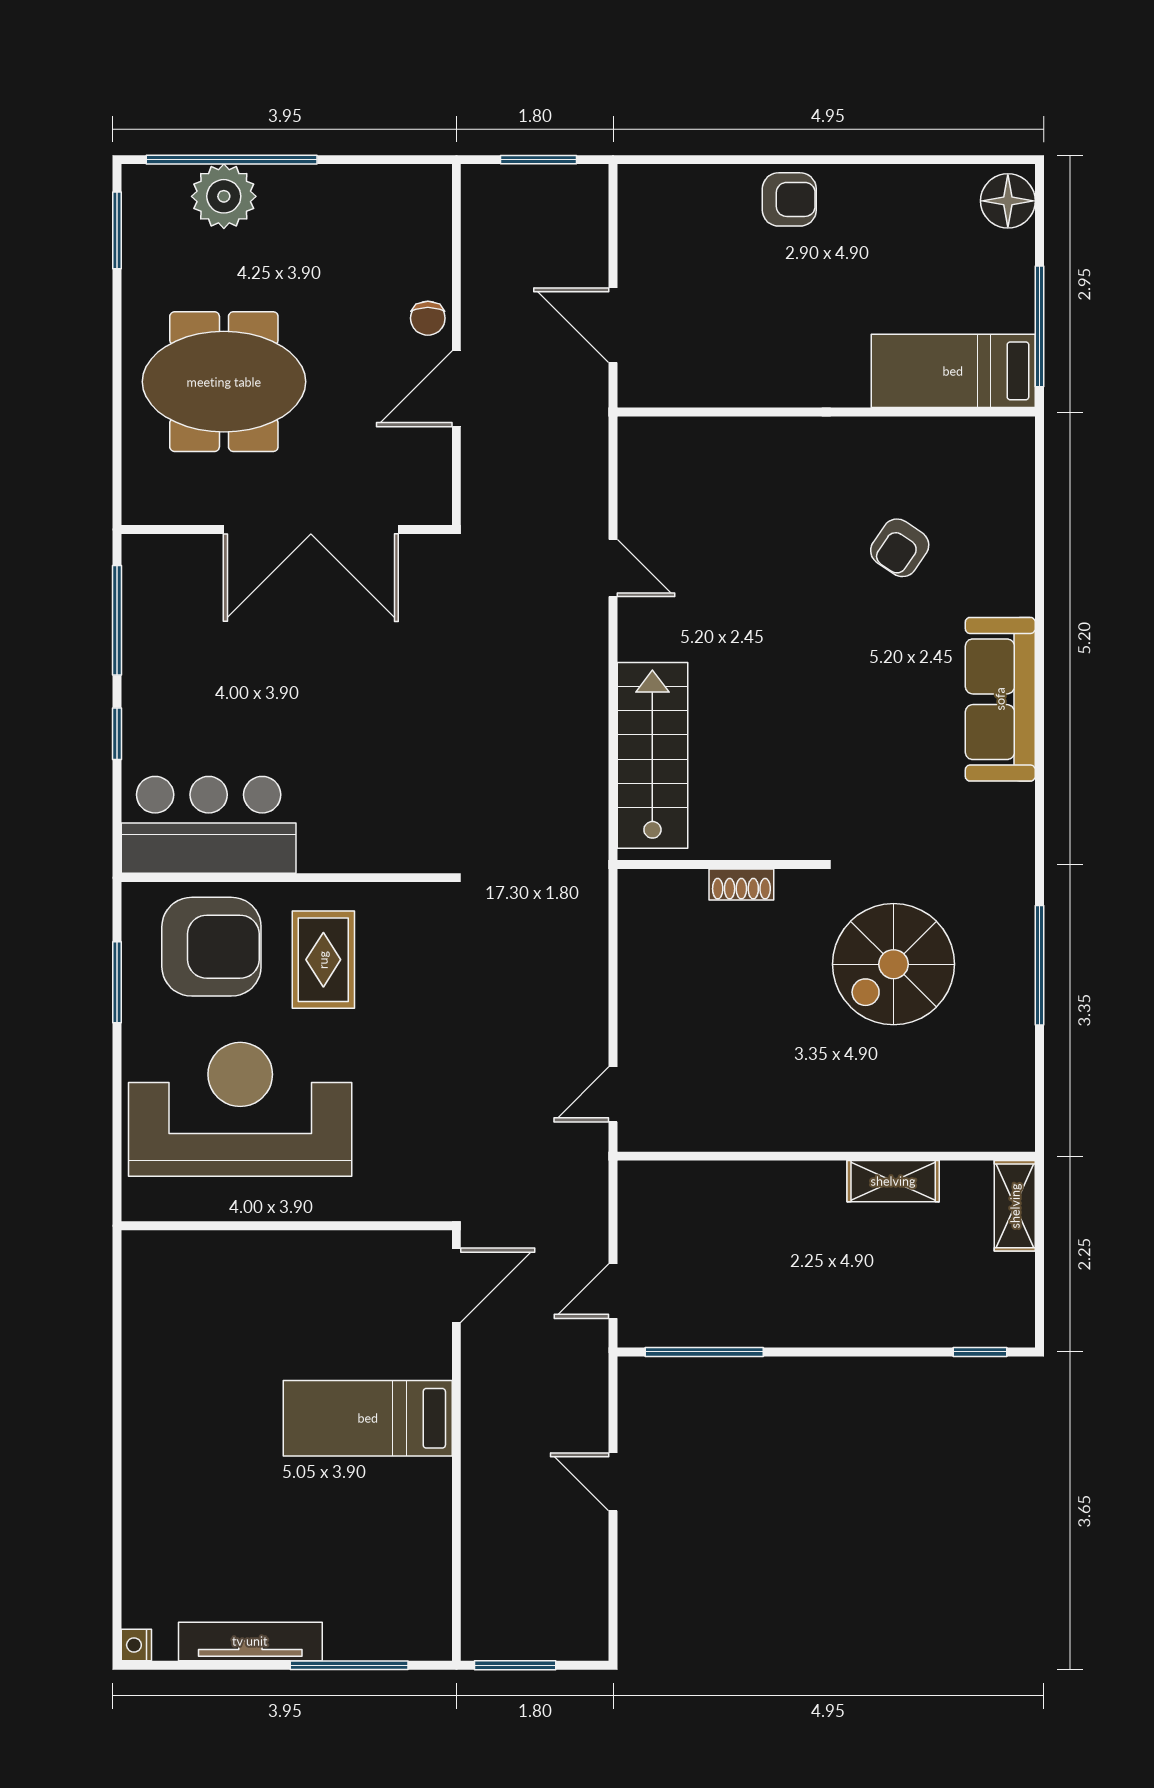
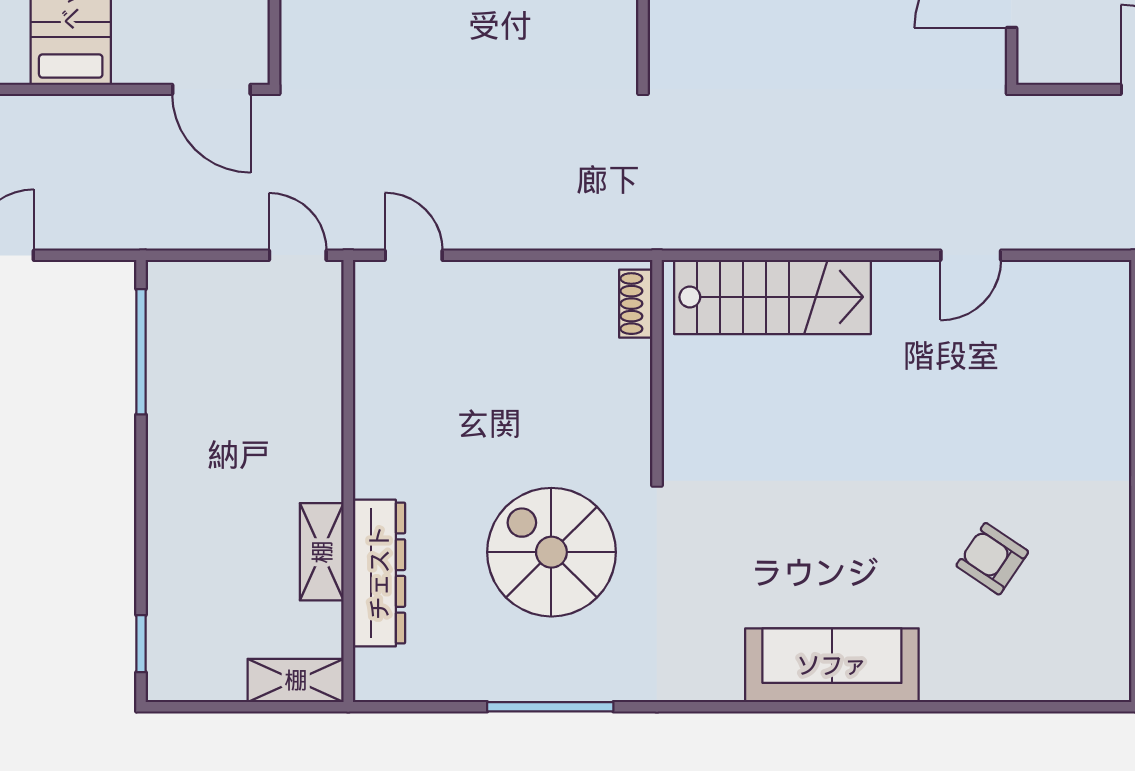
shoe rack: (741, 885) -> (636, 304), moved
dresser: (913, 1127) -> (379, 573), added
door: (613, 1291) -> (298, 255), moved

